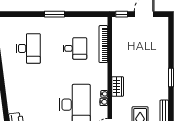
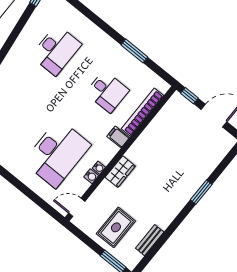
window: (54, 14) -> (134, 51), moved
filing cabinet: (101, 68) -> (118, 137), added
window: (171, 78) -> (201, 192), moved

